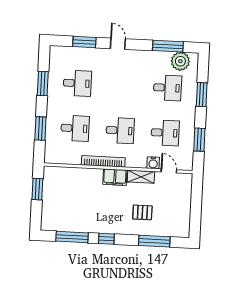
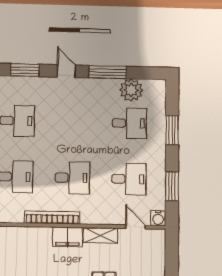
window: (168, 46) -> (108, 72), moved
plant: (180, 61) -> (131, 90), moved
water cooler: (153, 163) -> (158, 218), moved

